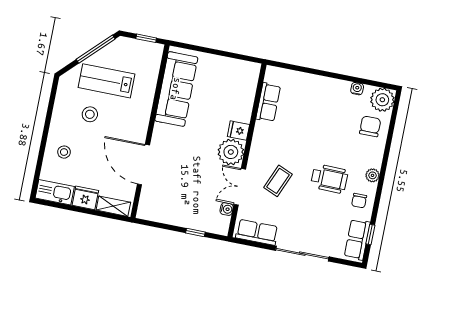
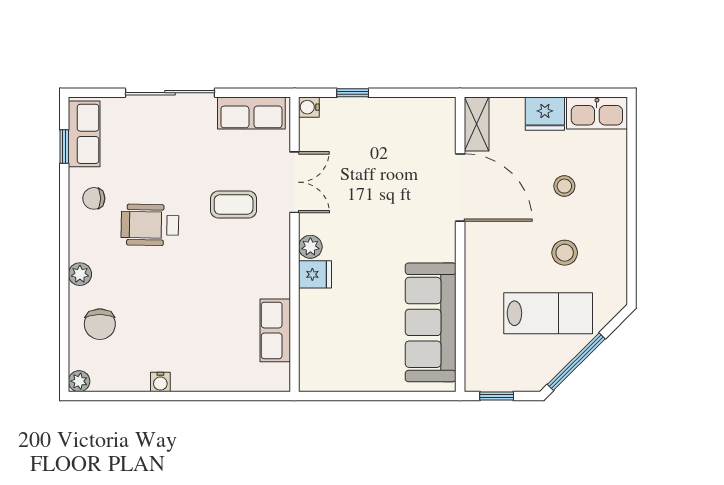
water cooler: (357, 89) -> (160, 382), moved
plant: (382, 100) -> (79, 381), width x0.53, depth x0.53
stool: (64, 152) -> (564, 186), moved
plant: (231, 152) -> (310, 247), width x0.53, depth x0.53
plant: (373, 175) -> (80, 274), moved
coffee table: (278, 181) -> (234, 205), turned 67
chair: (359, 201) -> (94, 198), turned -90
shelving: (113, 206) -> (477, 124), moved, turned 90
water cooler: (227, 209) -> (309, 107), moved

